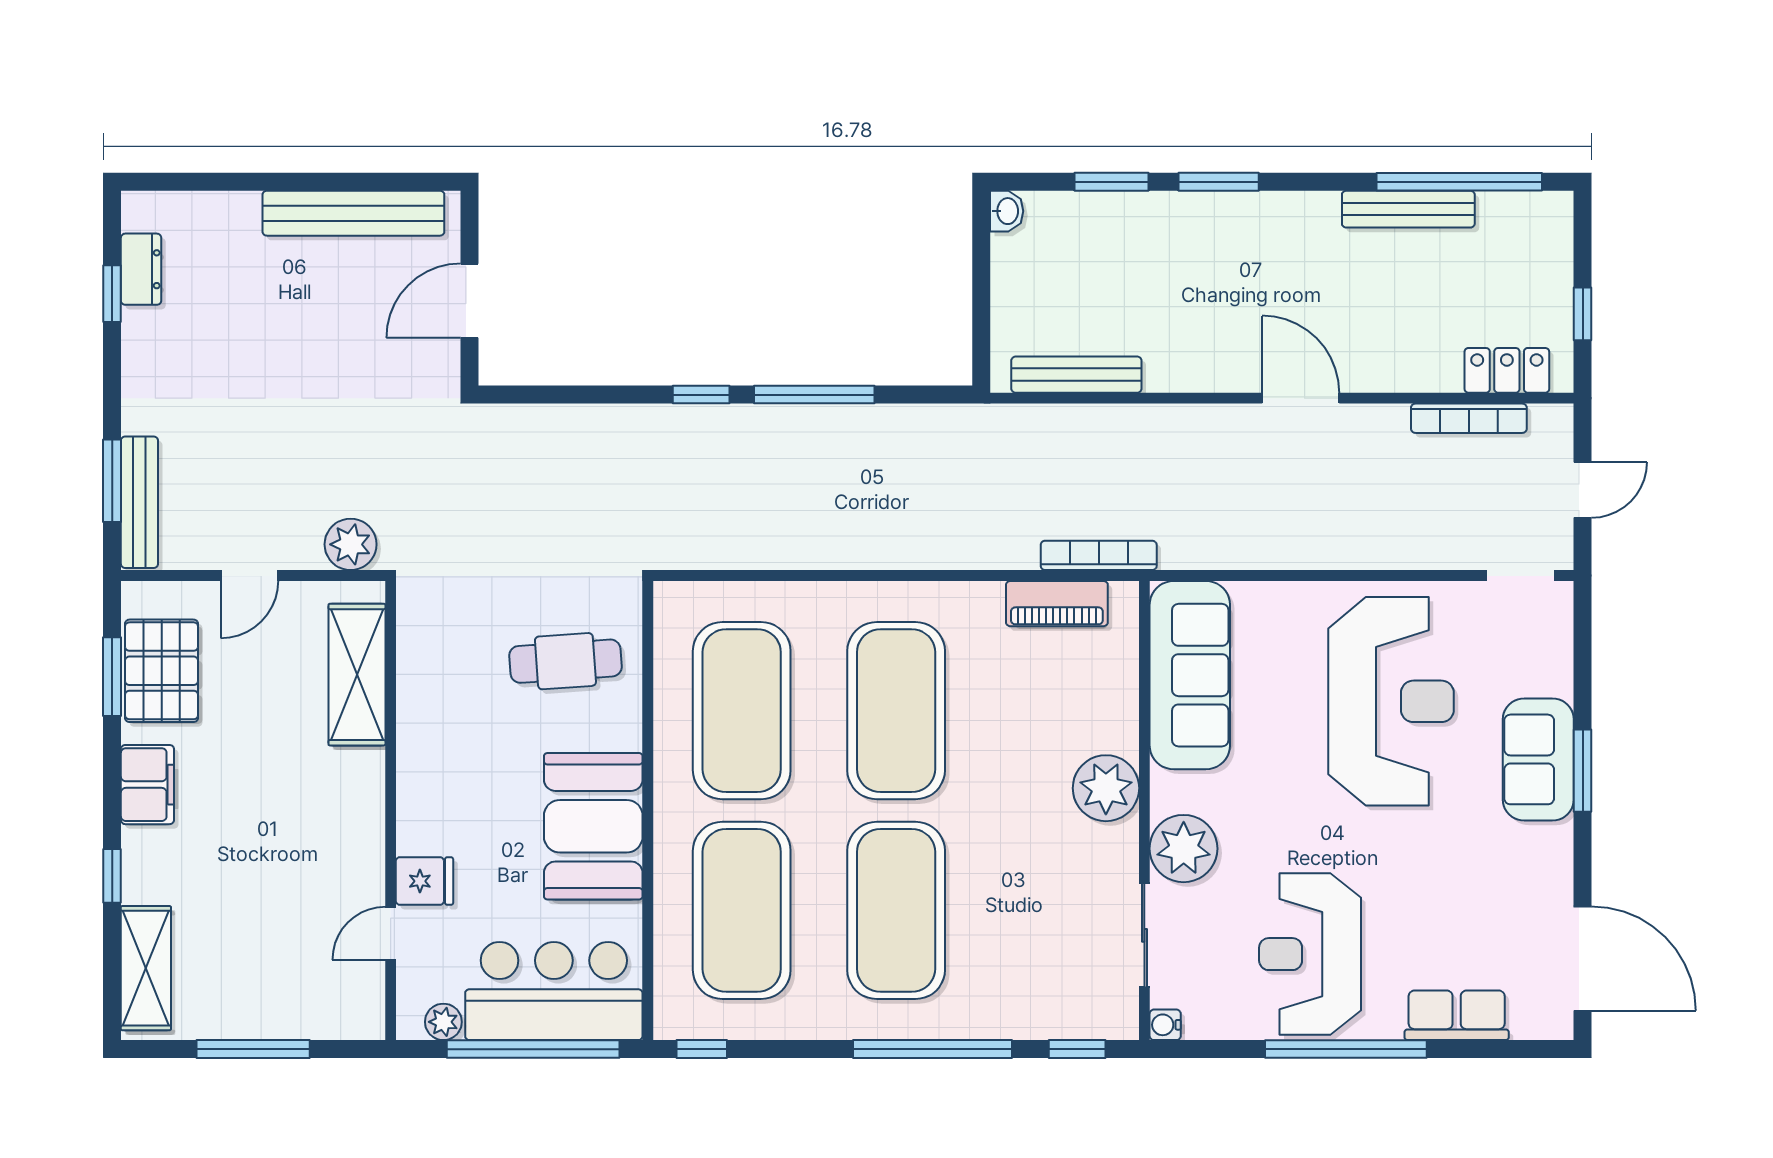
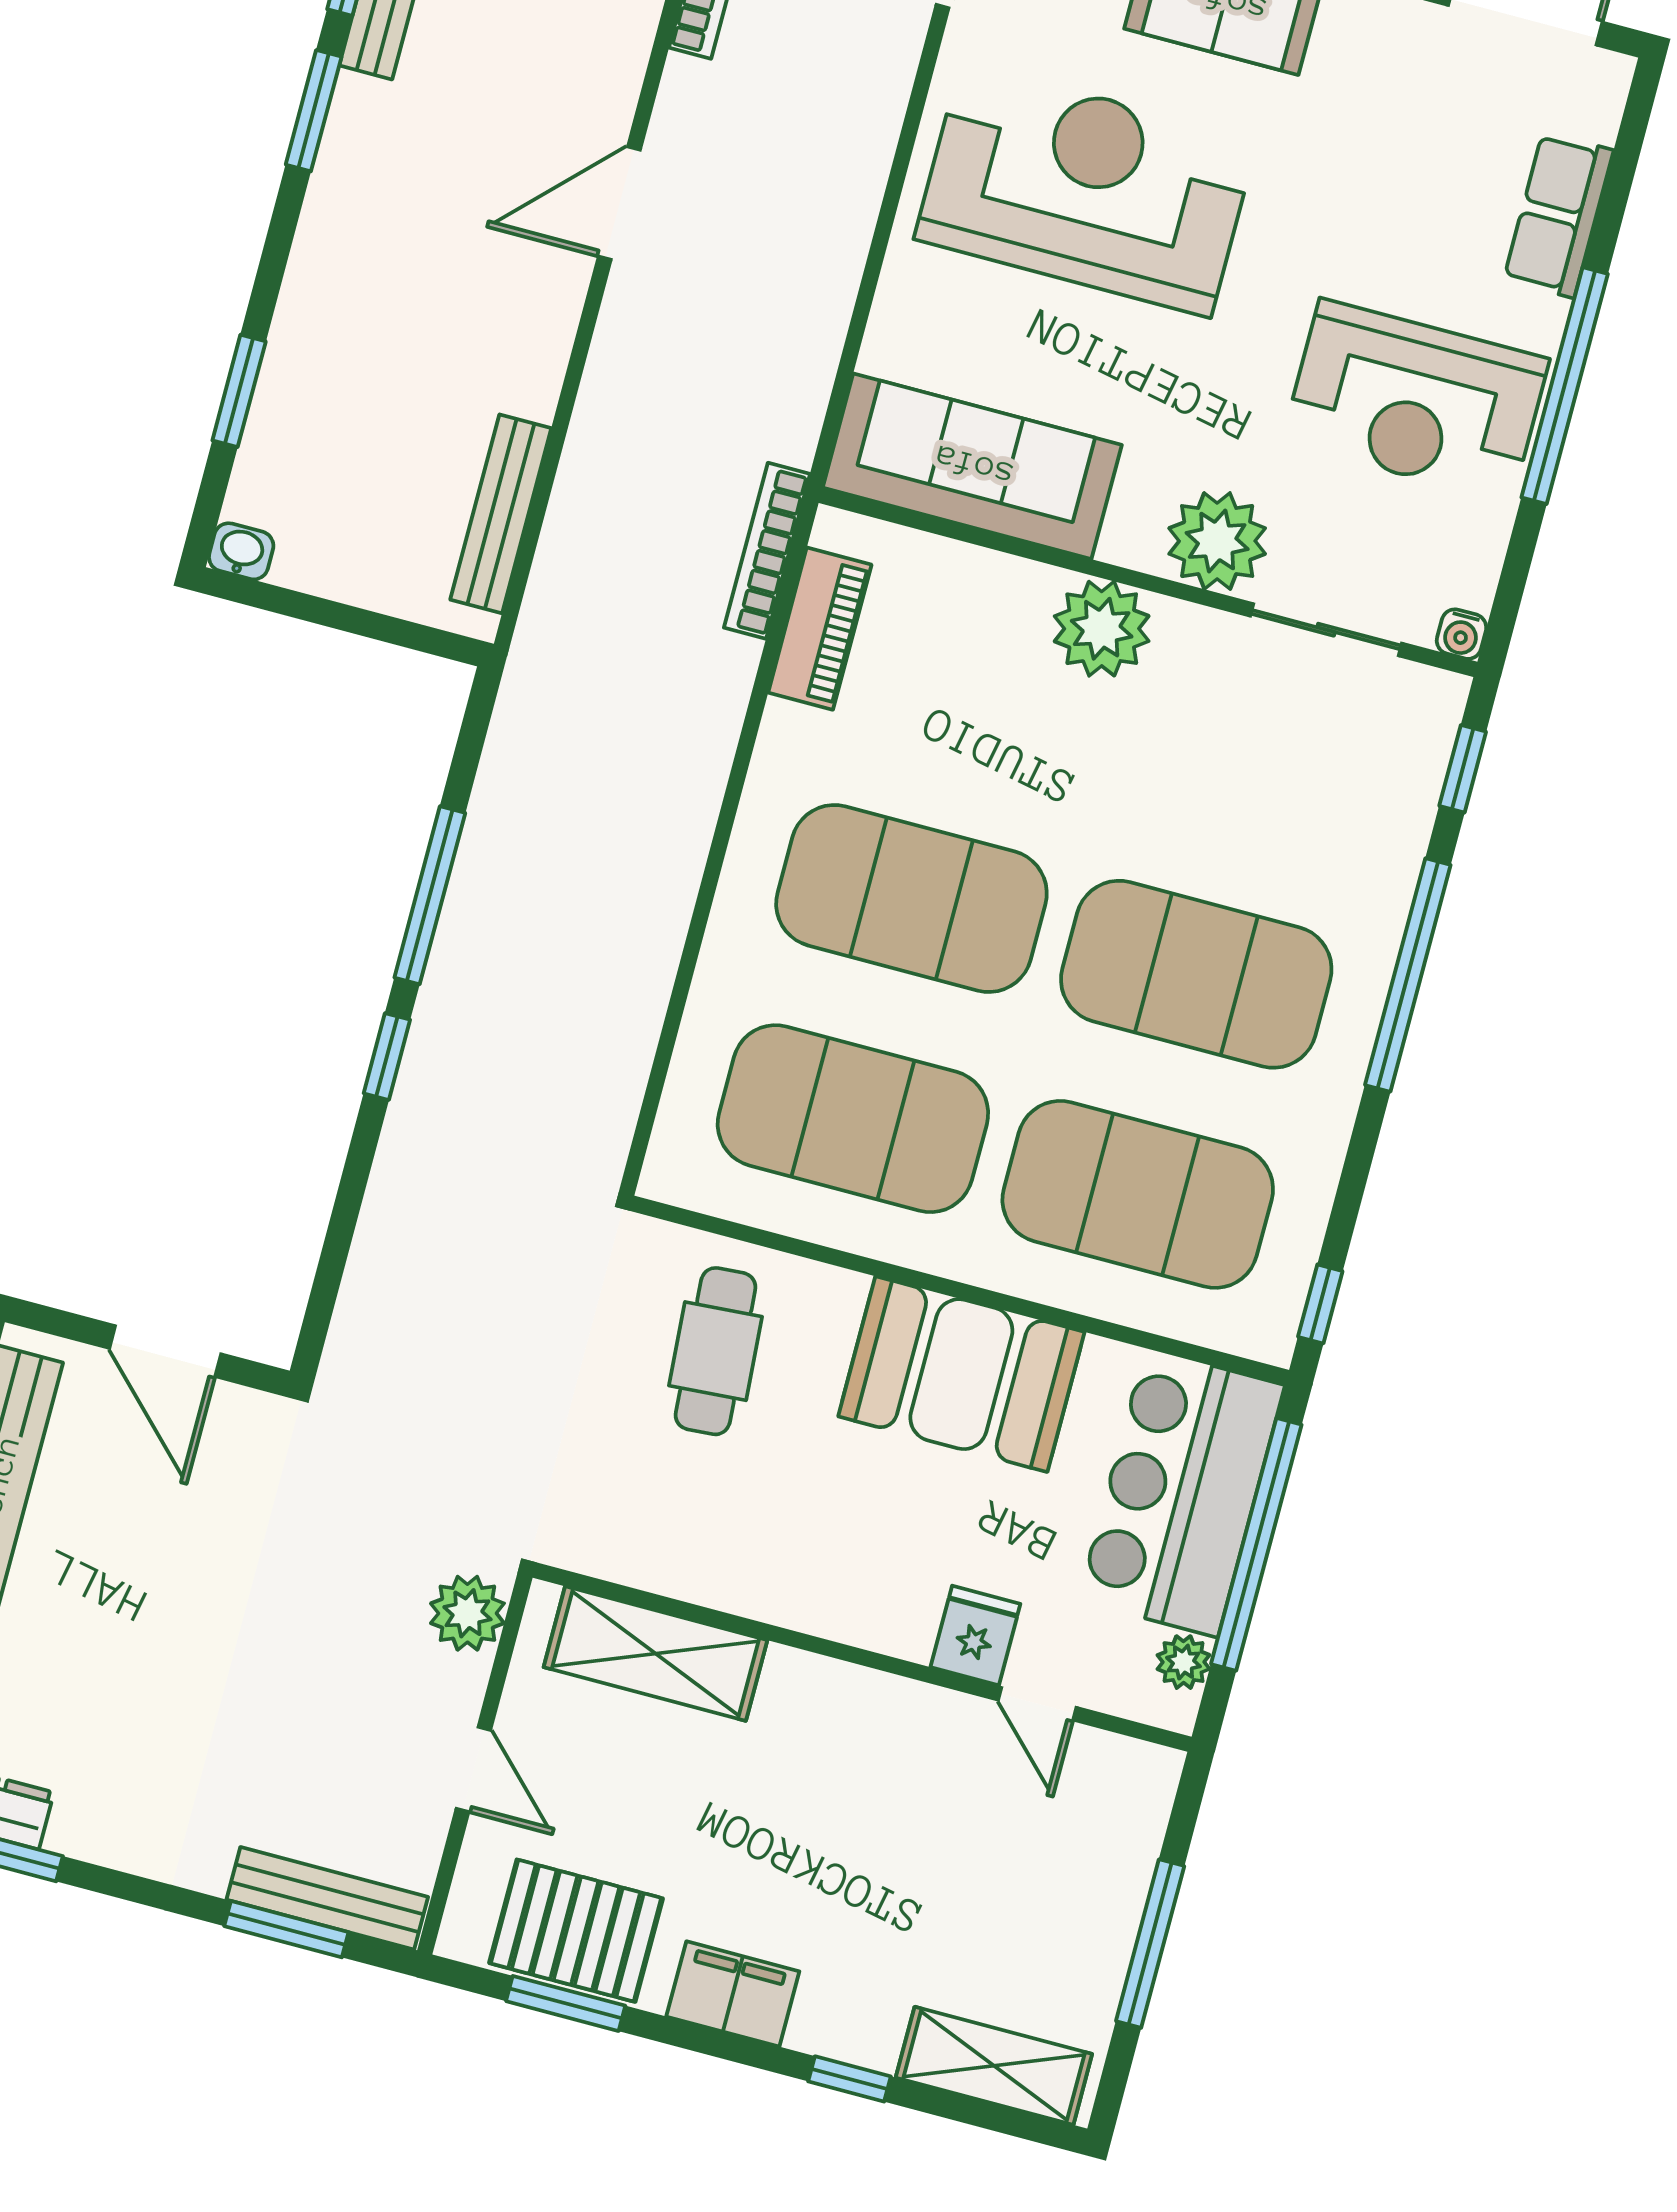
window: (1219, 182) -> (314, 111), moved

